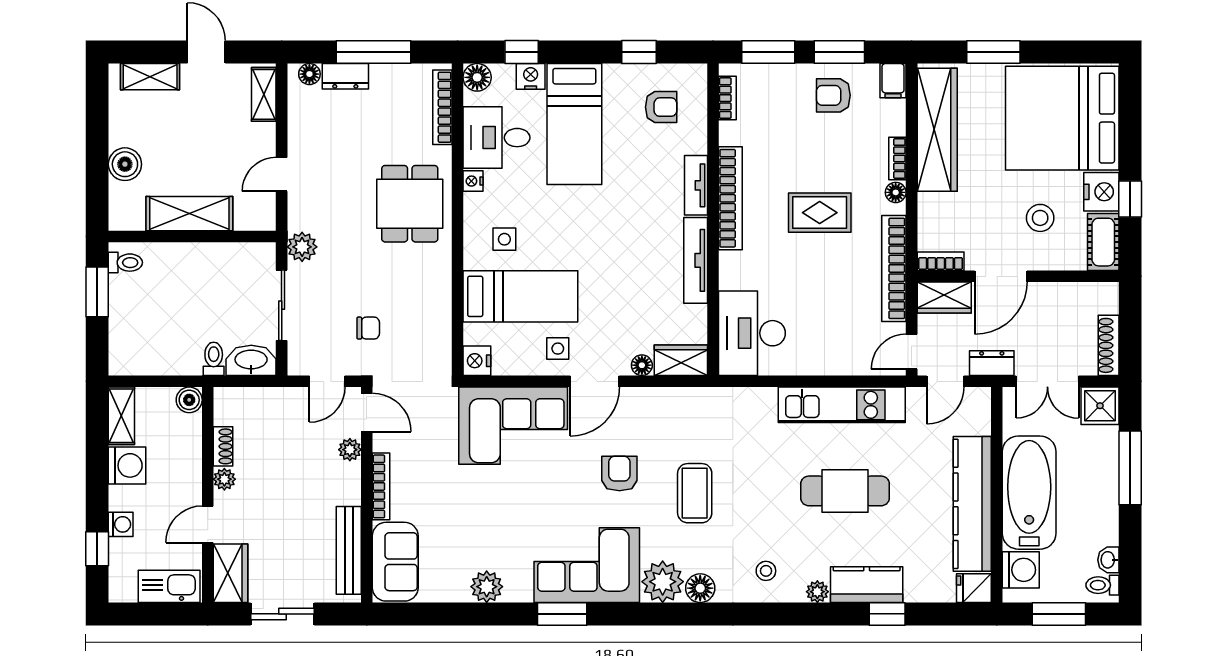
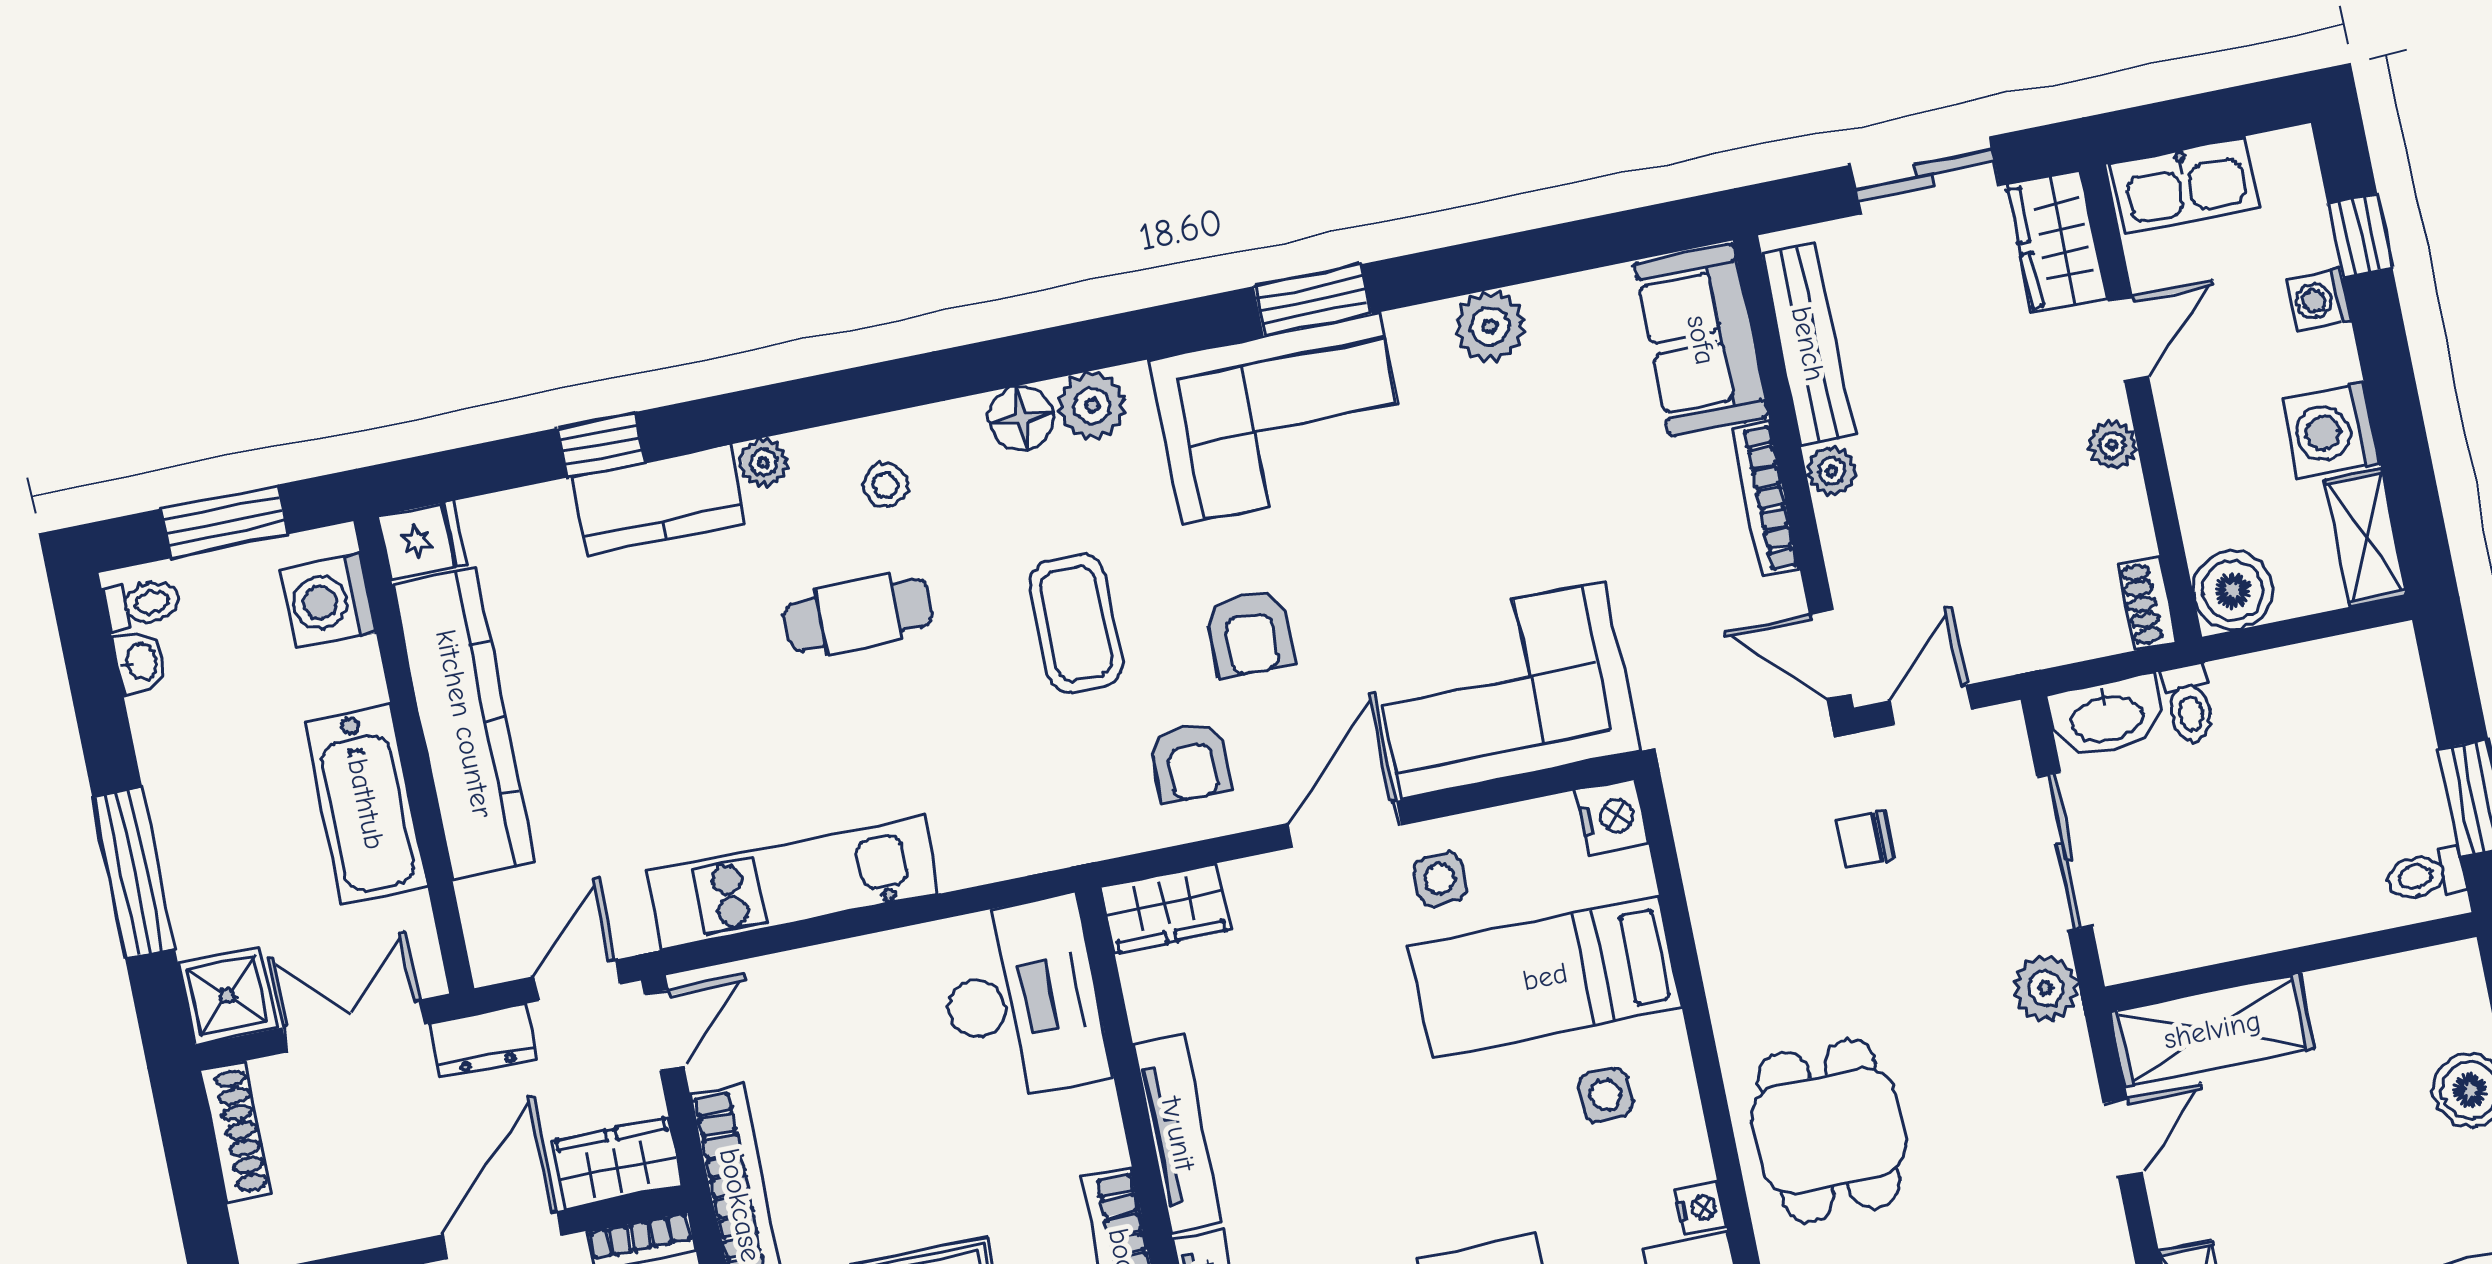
shelving: (189, 214) -> (2212, 1030), moved
floor lamp: (642, 365) -> (1249, 880), removed
boiler: (189, 400) -> (2233, 590), width x1.36, depth x1.36
armchair: (657, 422) -> (1191, 762), added
shoe rack: (223, 446) -> (2147, 603), moved
plant: (350, 450) -> (1832, 471), moved
cafe table: (845, 491) -> (858, 615), moved, width x0.73, depth x0.74
bathtub: (1029, 493) -> (366, 804), width x0.73, depth x0.73
plant: (663, 582) -> (1092, 406), width x0.73, depth x0.73

